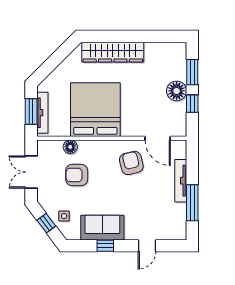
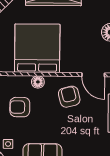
floor lamp: (70, 147) -> (38, 82), moved

